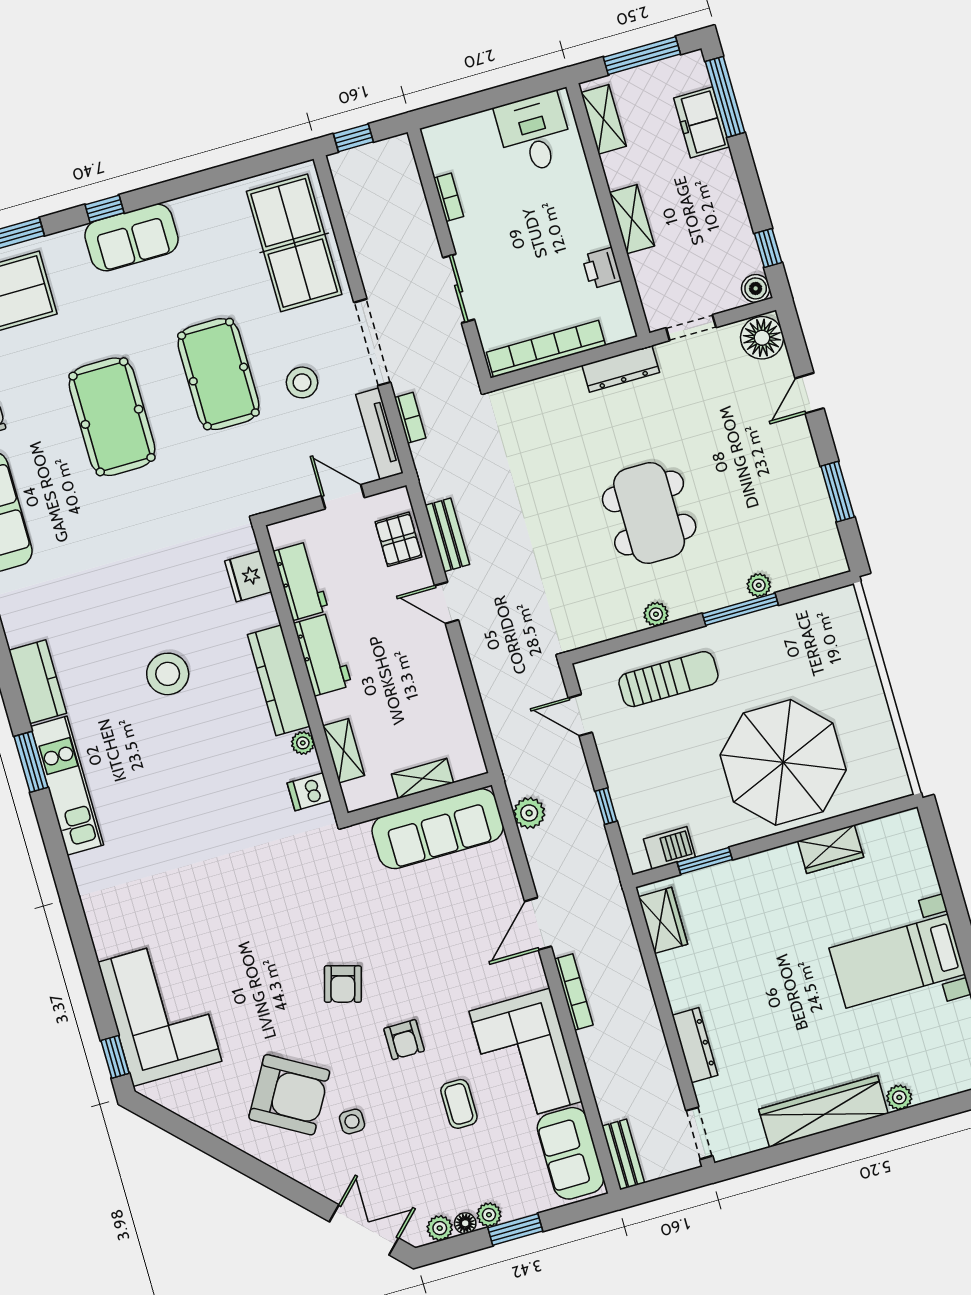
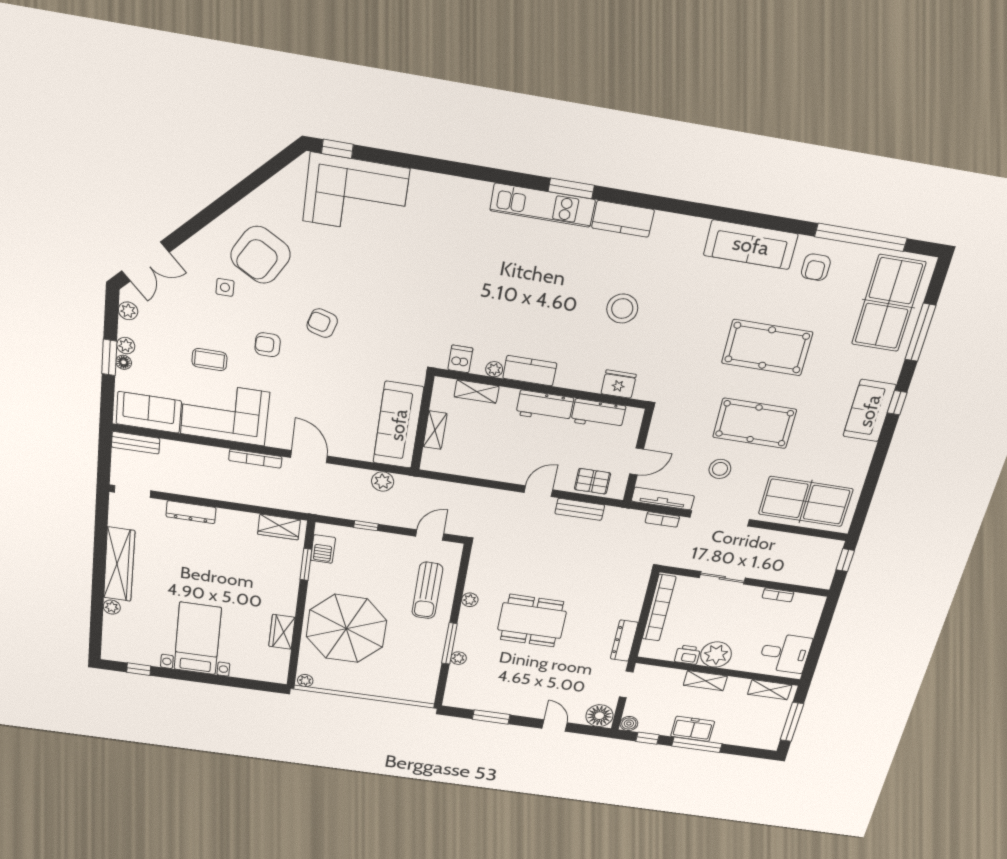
window: (725, 97) -> (697, 745), moved
freezer: (702, 122) -> (693, 729), moved
plant: (582, 228) -> (716, 655), added
stool: (168, 674) -> (622, 309), moved
kitchen counter: (279, 680) -> (530, 371), width x0.67
plant: (899, 783) -> (305, 681), added
floor lamp: (465, 1223) -> (124, 362), moved

